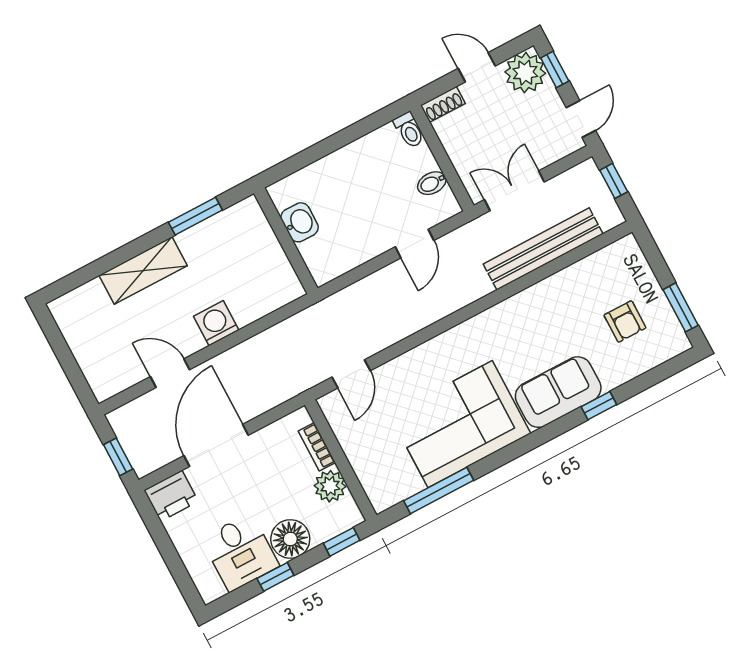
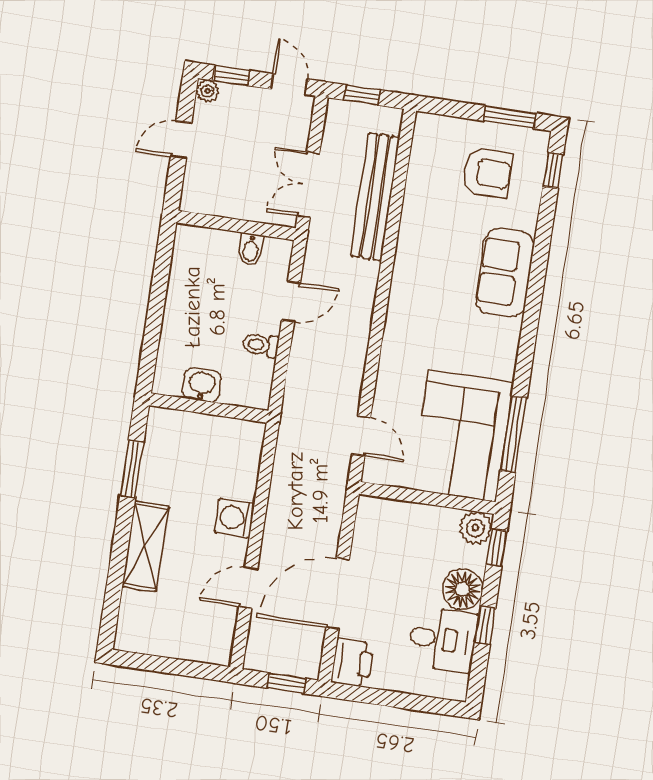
plant: (525, 73) -> (207, 91), width x0.53, depth x0.53
shoe rack: (443, 104) -> (191, 191), removed
toilet: (409, 130) -> (261, 345), moved, turned 180
door: (415, 244) -> (291, 301), hinge flipped
armchair: (625, 321) -> (487, 173), width x1.38, depth x1.38
window: (599, 406) -> (553, 170), moved
corner sofa: (460, 424) -> (462, 436), moved
door: (216, 445) -> (338, 594), hinge flipped
bookcase: (317, 447) -> (401, 510), removed
plant: (330, 486) -> (475, 528), moved

